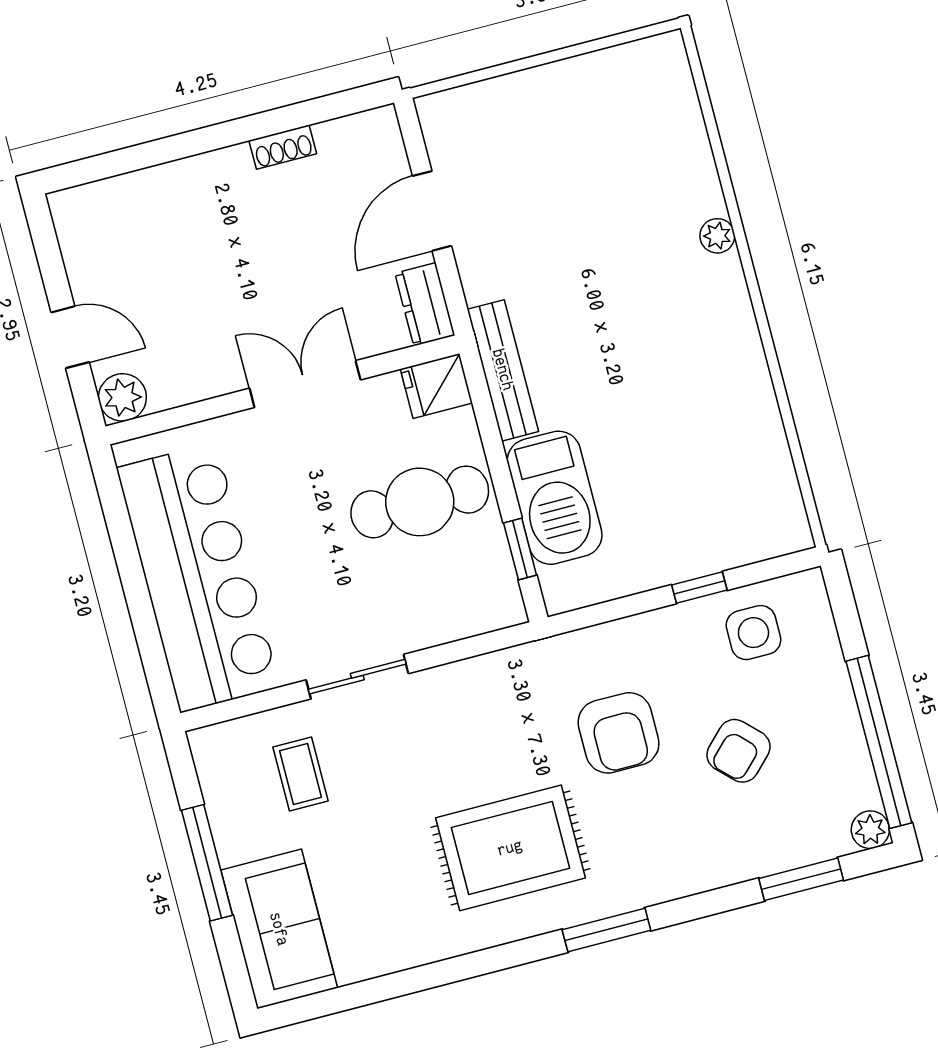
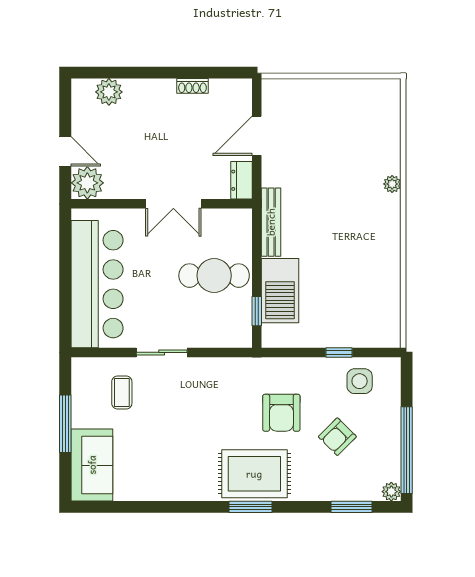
plant: (125, 201) -> (109, 92), added
double door: (305, 384) -> (173, 204), swing flipped
fridge: (436, 386) -> (237, 221), removed
plant: (122, 397) -> (87, 183), width x1.36, depth x1.36
rug: (510, 848) -> (254, 474), moved

